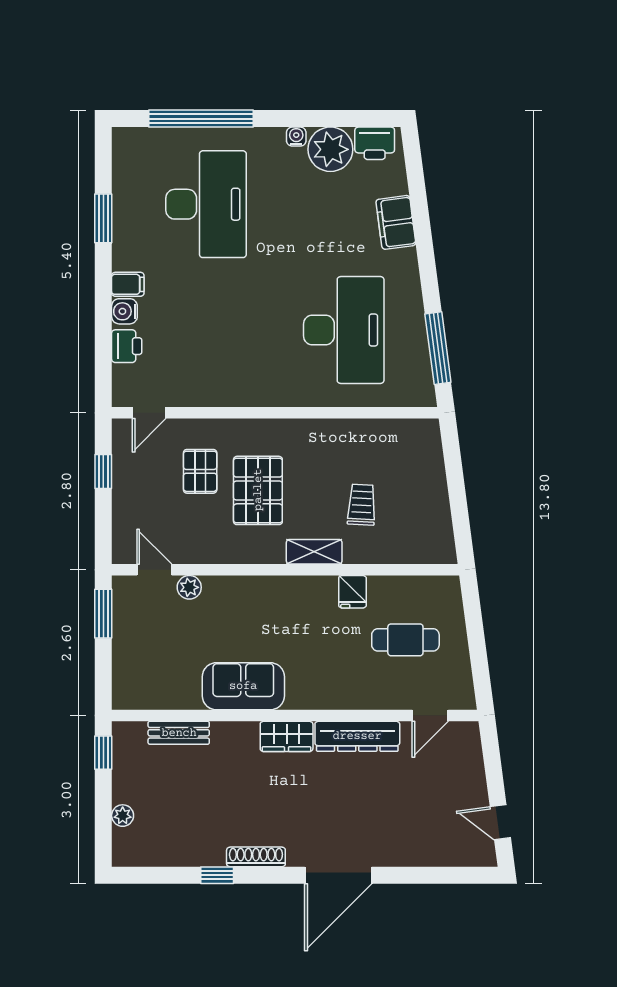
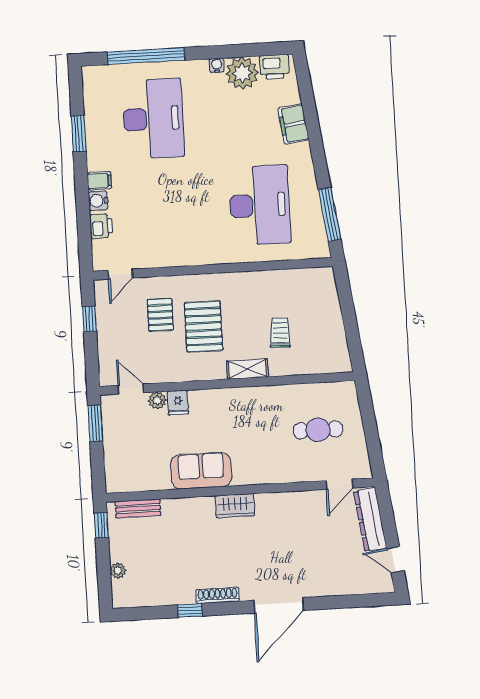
fridge: (352, 592) -> (178, 403), moved
bench: (179, 733) -> (138, 509), moved
dresser: (357, 736) -> (370, 519), moved, turned 83

